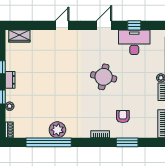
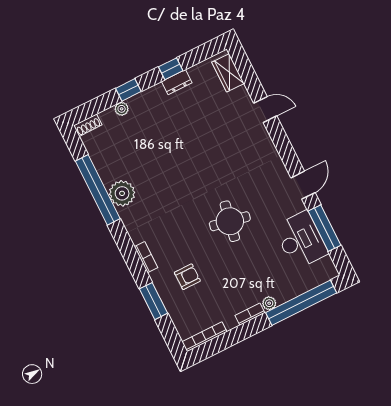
door: (62, 25) -> (265, 110), moved
door: (104, 25) -> (303, 185), hinge flipped
window: (134, 25) -> (325, 228), width x2.17
dresser: (10, 80) -> (177, 82), moved

